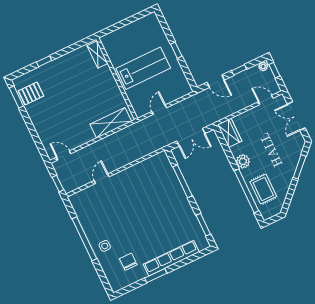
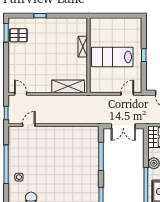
shelving: (97, 54) -> (83, 47), moved
lab bench: (143, 68) -> (112, 57), turned 180
door: (159, 110) -> (127, 94), moved
door: (102, 179) -> (29, 125), moved

